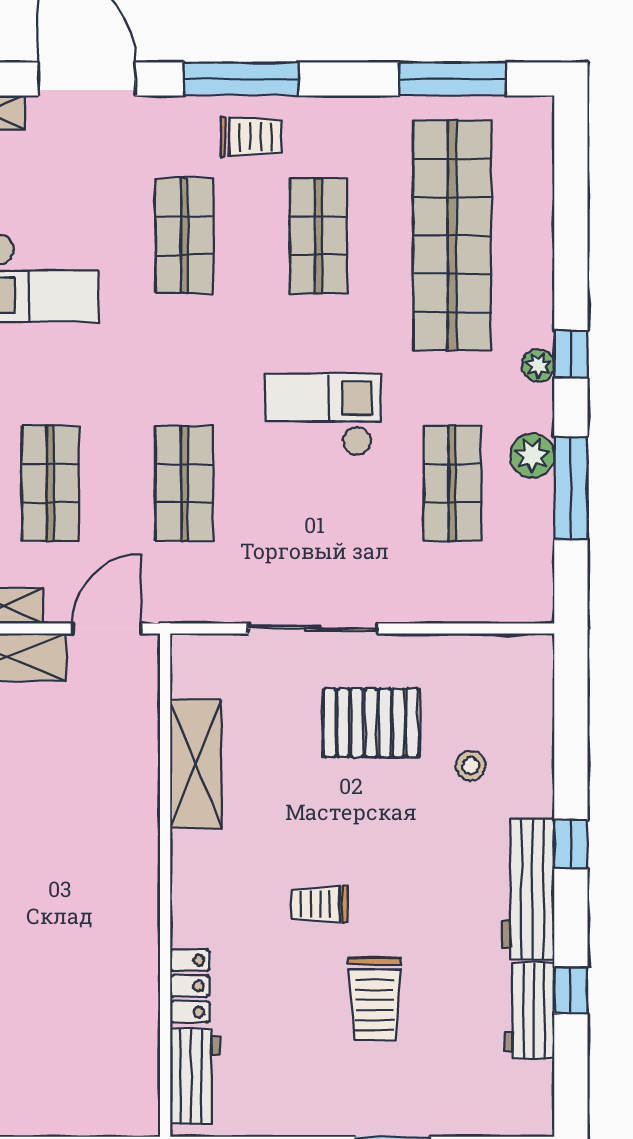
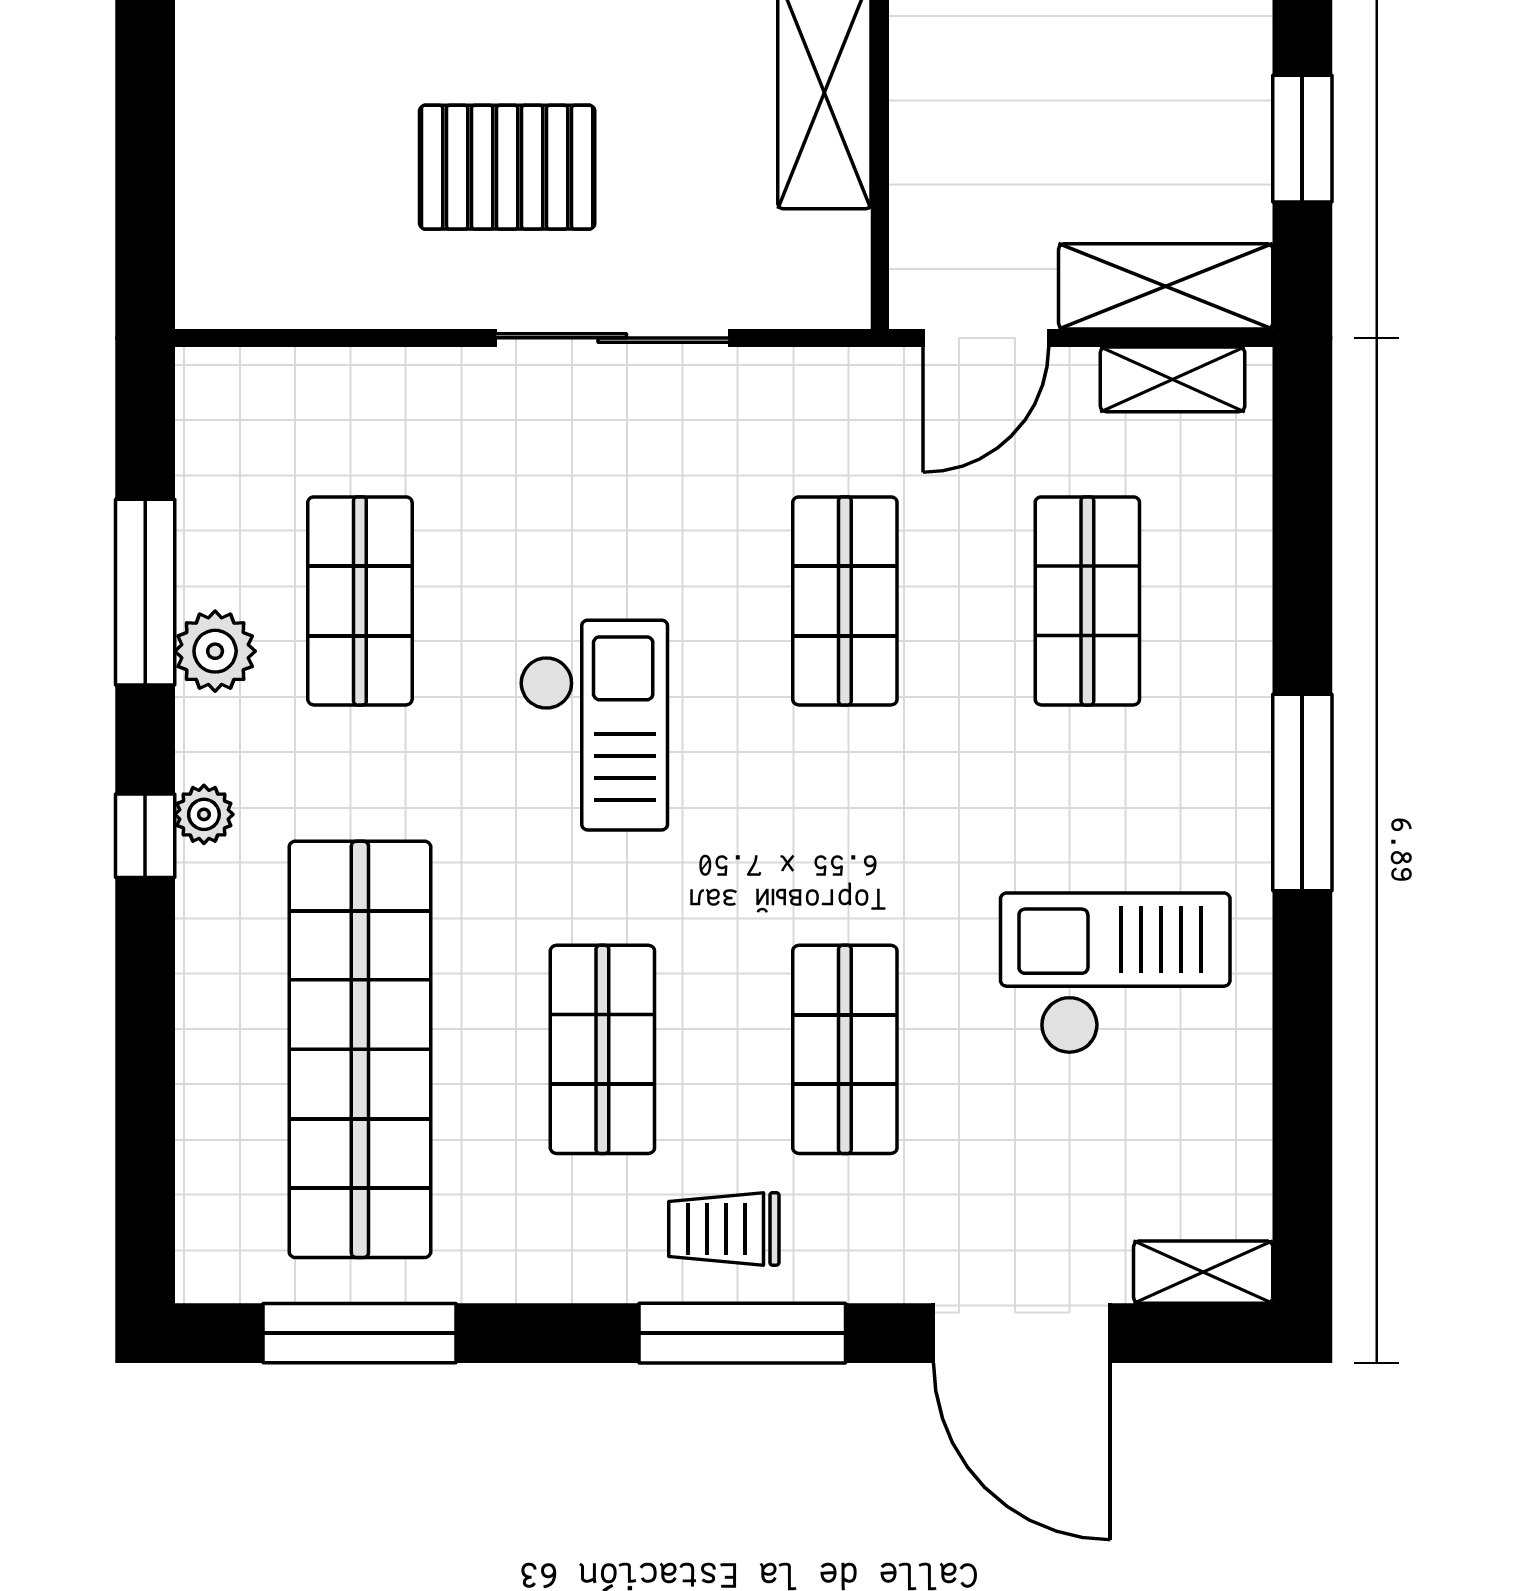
checkout: (323, 415) -> (594, 725), turned -90
stool: (471, 766) -> (327, 90), removed

